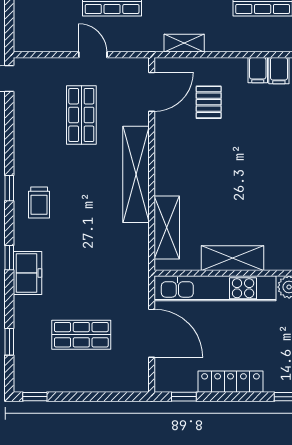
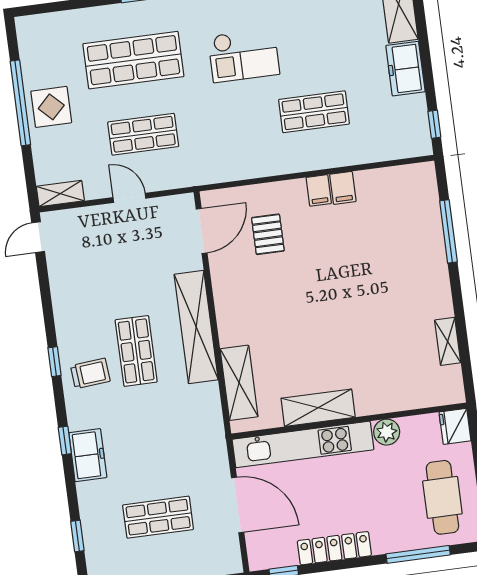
shelving: (184, 43) -> (60, 194), moved
shop shelf: (81, 115) -> (136, 351), moved
trolley: (39, 203) -> (90, 373), turned -95

